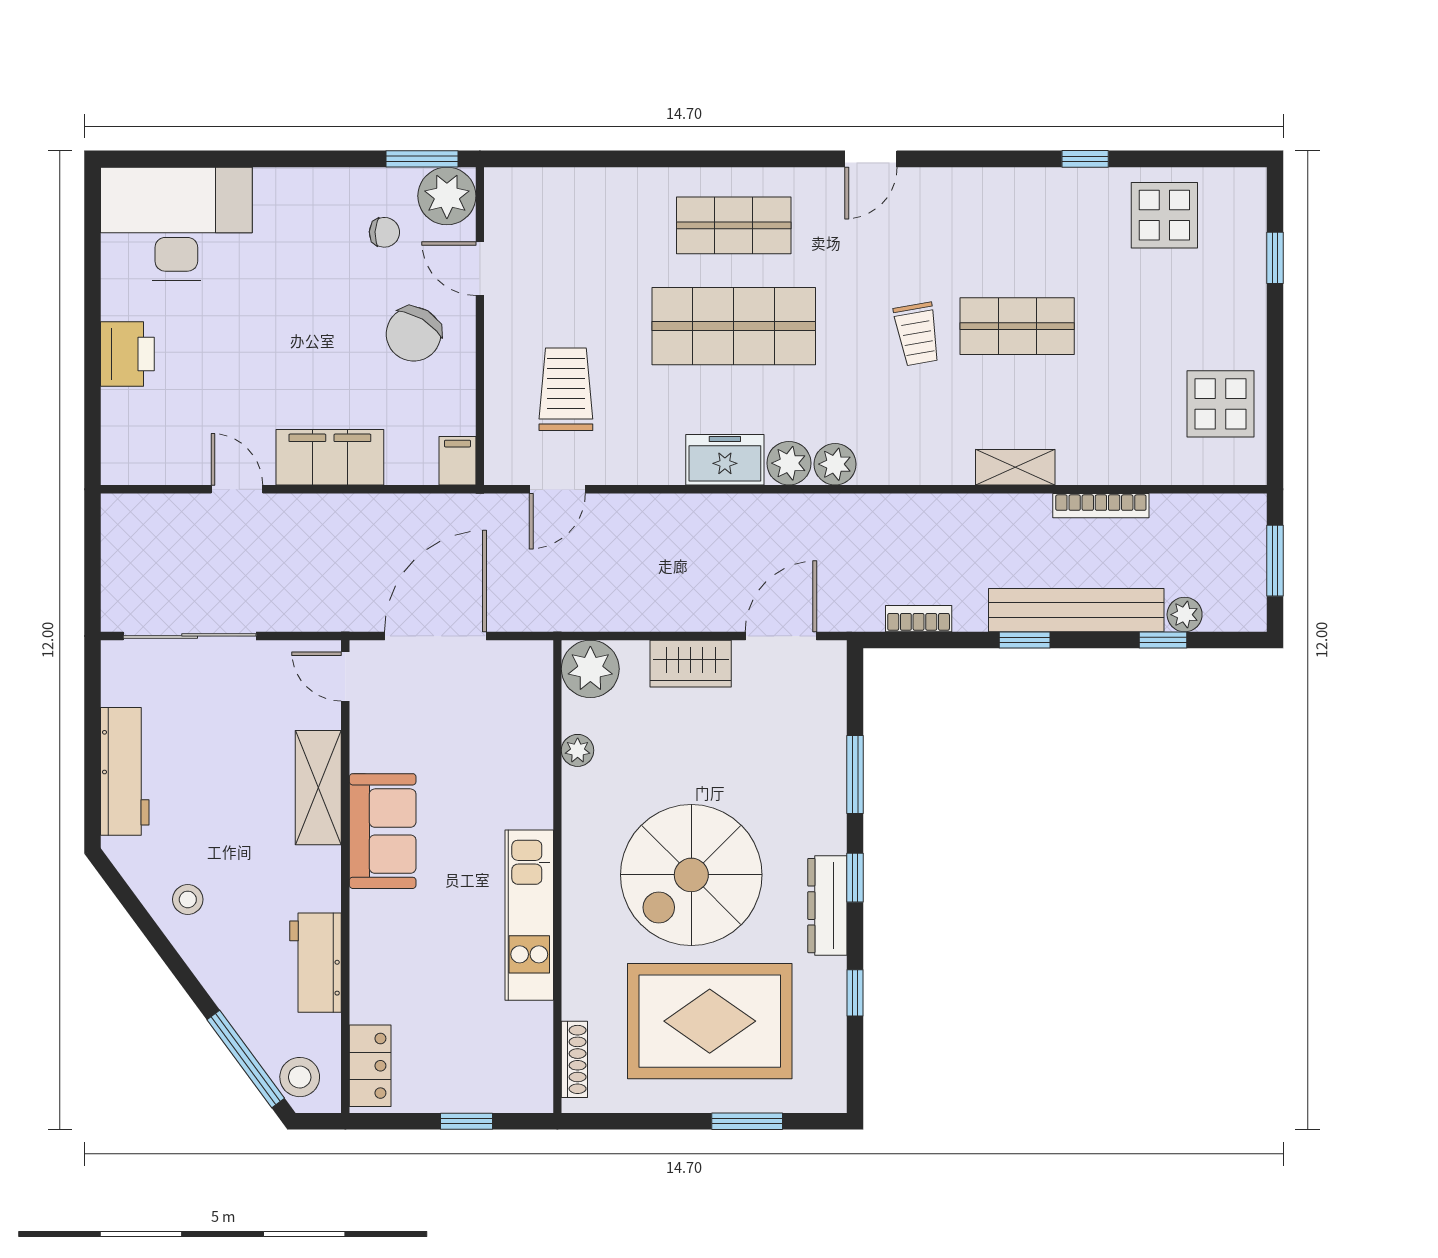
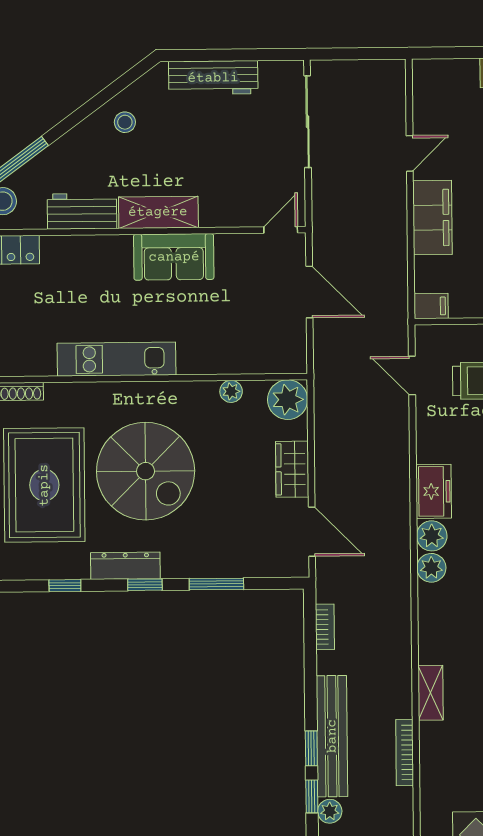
door: (435, 636) -> (309, 292), width x0.73
window: (1025, 640) -> (311, 748), moved
shelving: (318, 788) -> (158, 212), moved
spiral stairs: (691, 875) -> (146, 471), turned 180

